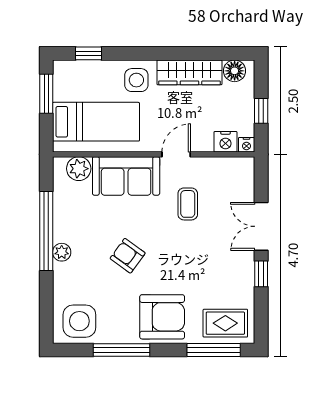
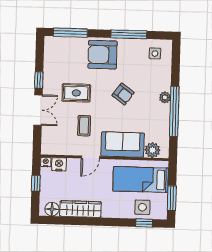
side table: (136, 80) -> (142, 207), moved
side table: (79, 321) -> (155, 53), width x0.54, depth x0.54
rug: (225, 323) -> (76, 93), moved

